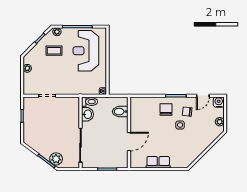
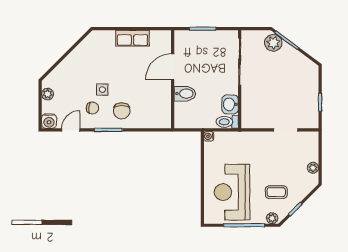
reception desk: (86, 51) -> (232, 192), turned 180
bidet: (120, 112) -> (185, 94), moved

